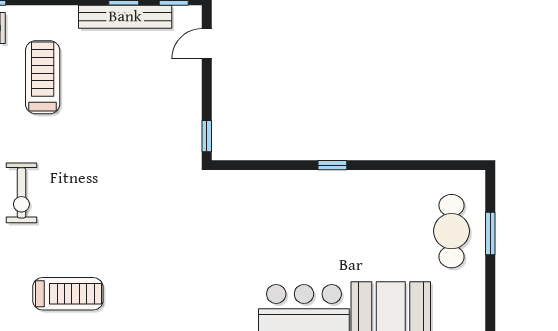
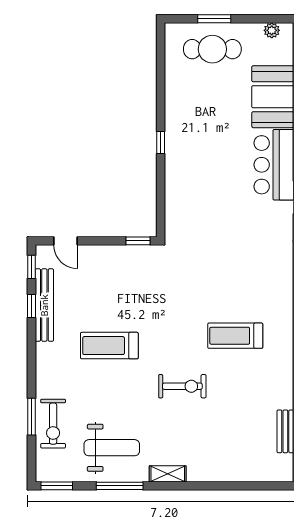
treadmill: (43, 77) -> (109, 346), moved
treadmill: (68, 294) -> (235, 336), moved, turned -90
plant: (475, 307) -> (272, 30), added

